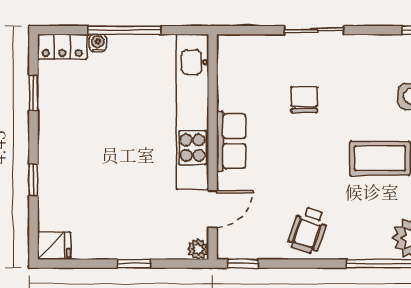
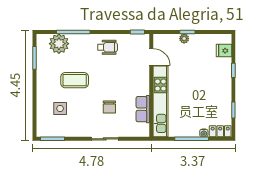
row of seats: (231, 141) -> (143, 109), moved
door: (213, 209) -> (151, 57), swing flipped
wheelchair: (308, 230) -> (108, 47), turned 71
fridge: (54, 246) -> (224, 51), moved
plant: (198, 249) -> (184, 39), moved

